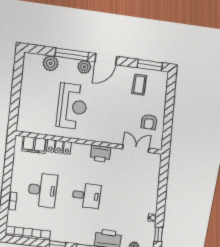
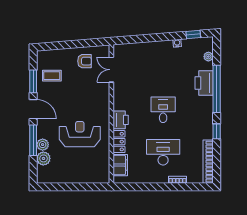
window: (150, 65) -> (33, 81), moved
plant: (84, 67) -> (43, 145), moved
printer: (100, 154) -> (121, 120), moved

